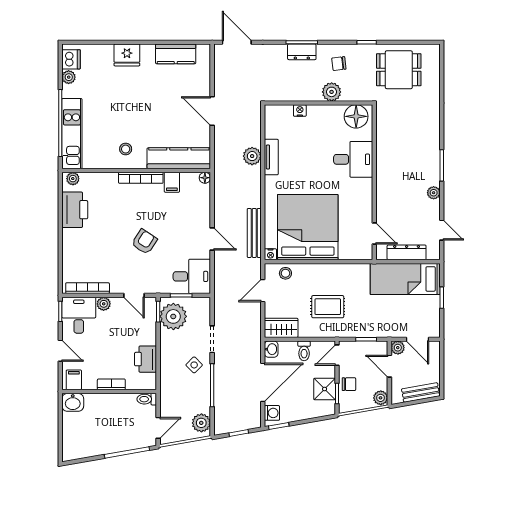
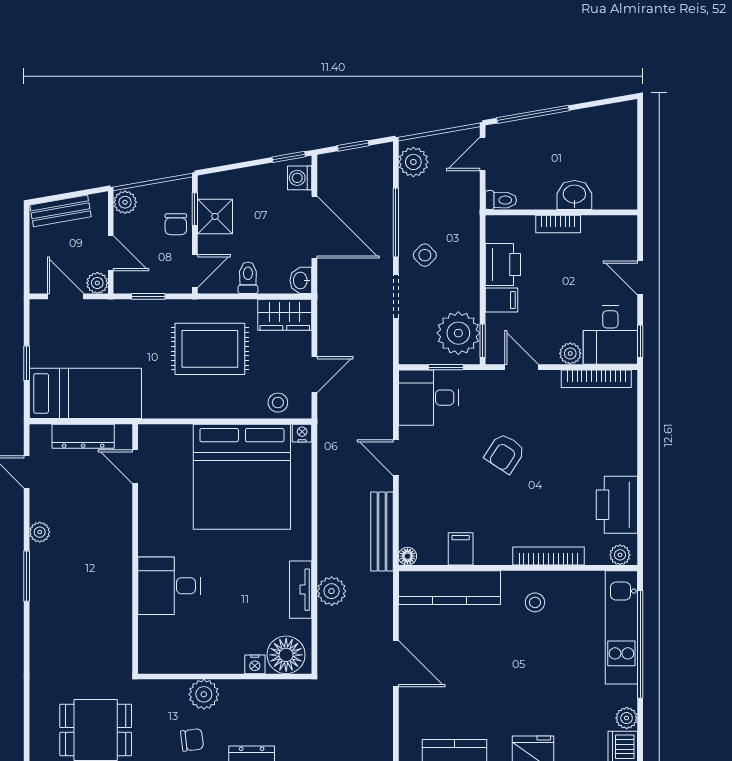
floor lamp: (356, 116) -> (286, 655), moved
bookcase: (141, 178) -> (548, 556), moved
bench: (254, 233) -> (382, 531), moved
rug: (328, 307) -> (210, 349), width x1.36, depth x1.43
filing cabinet: (74, 380) -> (502, 300), moved, turned -90
door: (263, 382) -> (314, 227), swing flipped
chair: (349, 384) -> (176, 224), turned -90
washbasin: (73, 402) -> (574, 195), moved

